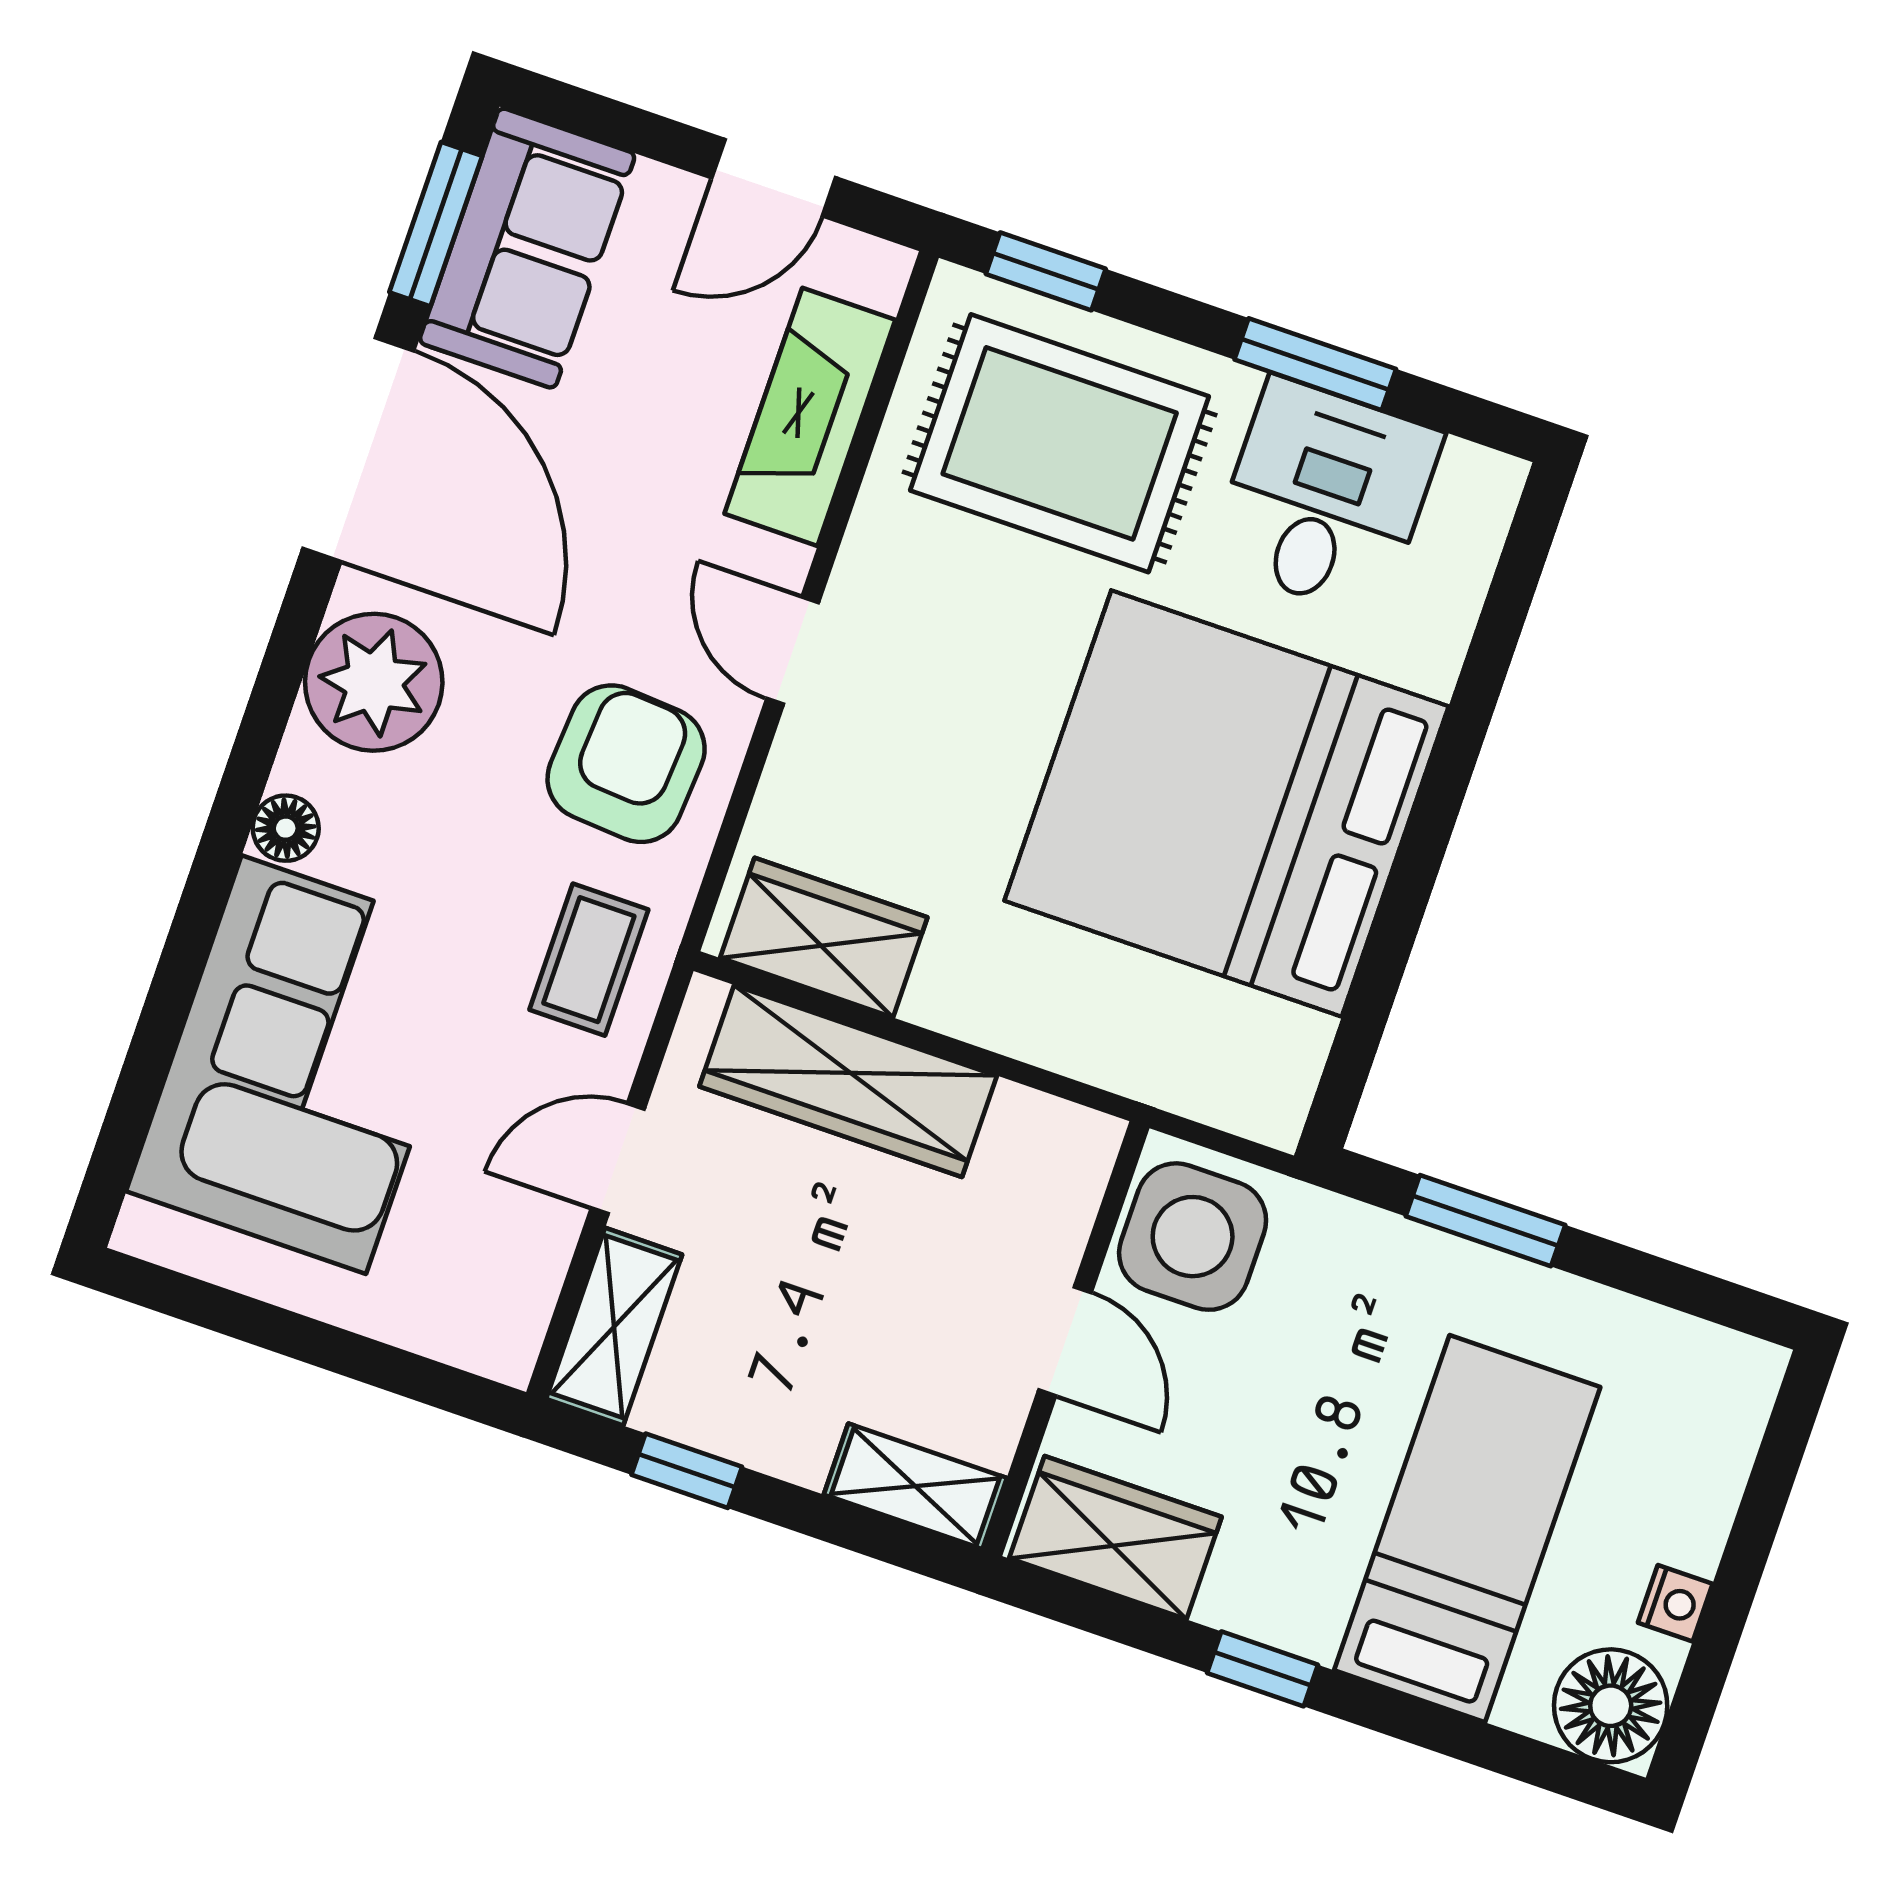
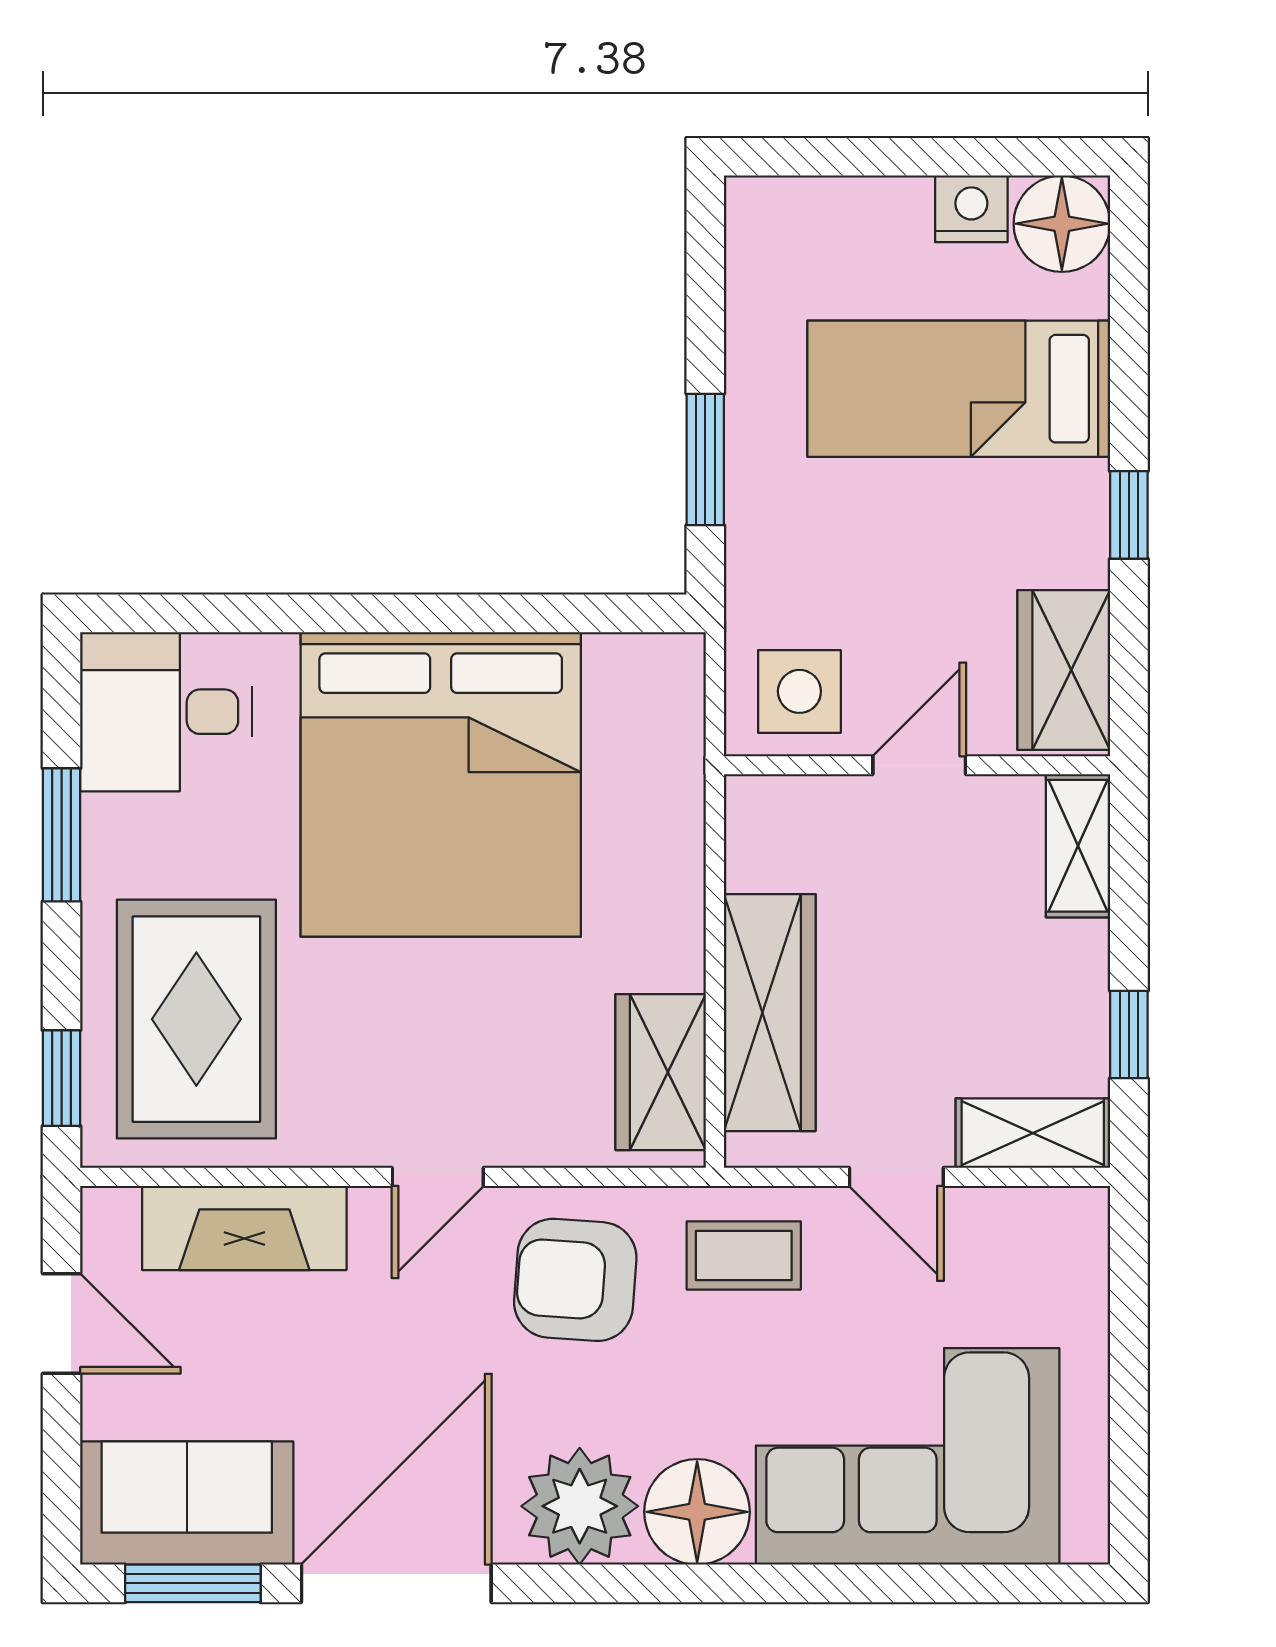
desk: (1325, 497) -> (166, 712), moved
floor lamp: (286, 828) -> (697, 1512), width x1.89, depth x1.89
side table: (1193, 1237) -> (799, 691), width x0.73, depth x0.73
nightstand: (1675, 1603) -> (971, 209), width x1.39, depth x1.35

